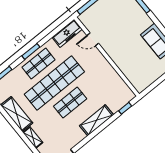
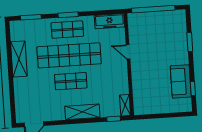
door: (93, 39) -> (128, 52), moved
shelving: (33, 137) -> (125, 105), moved

